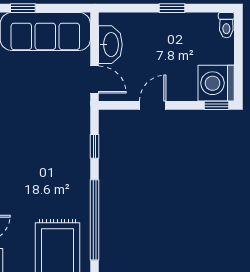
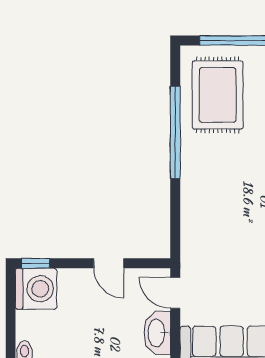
door: (153, 105) -> (109, 263), hinge flipped
window: (94, 146) -> (175, 216), removed

